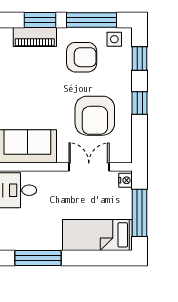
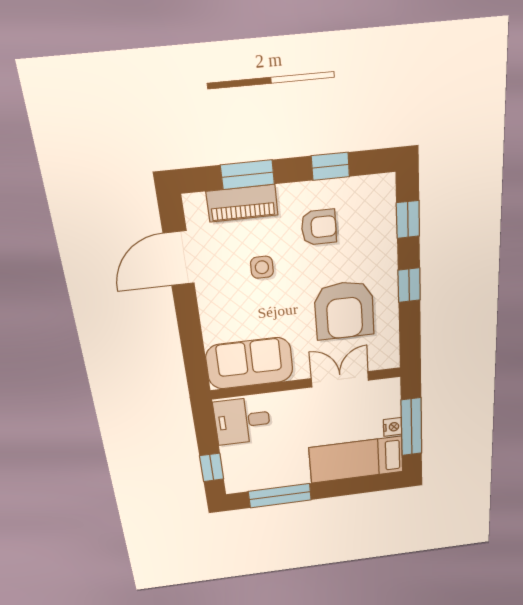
window: (91, 20) -> (330, 166), width x0.46
side table: (114, 39) -> (262, 267), moved
armchair: (82, 57) -> (319, 227), width x0.72, depth x0.72
nightstand: (125, 180) -> (393, 427), moved

